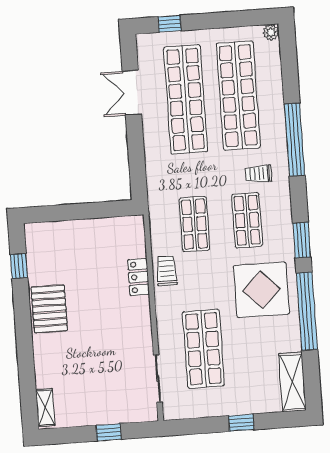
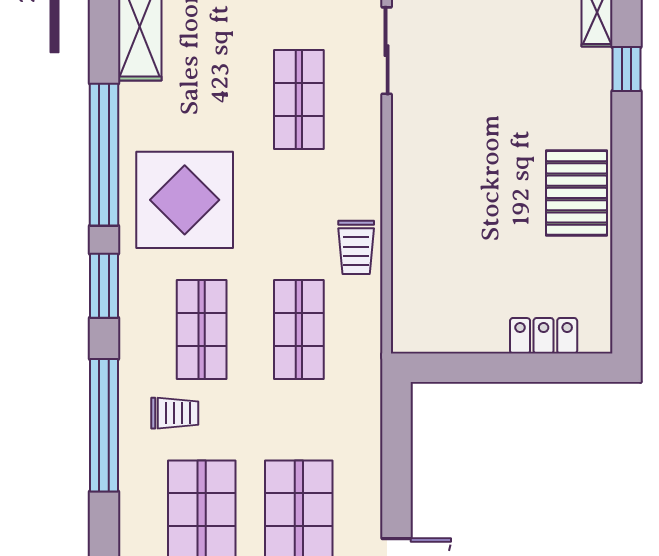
window: (295, 140) -> (104, 425), moved
window: (19, 266) -> (627, 69), moved
locker: (138, 277) -> (544, 336), moved, turned -90
shop shelf: (203, 349) -> (299, 99), width x0.70, depth x0.74

